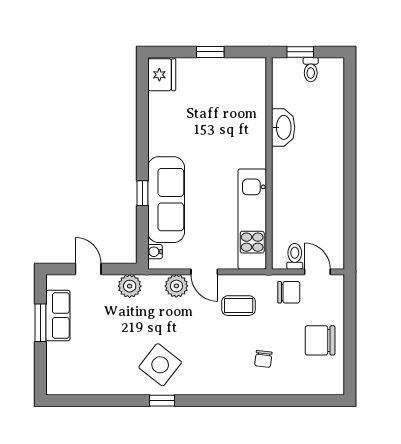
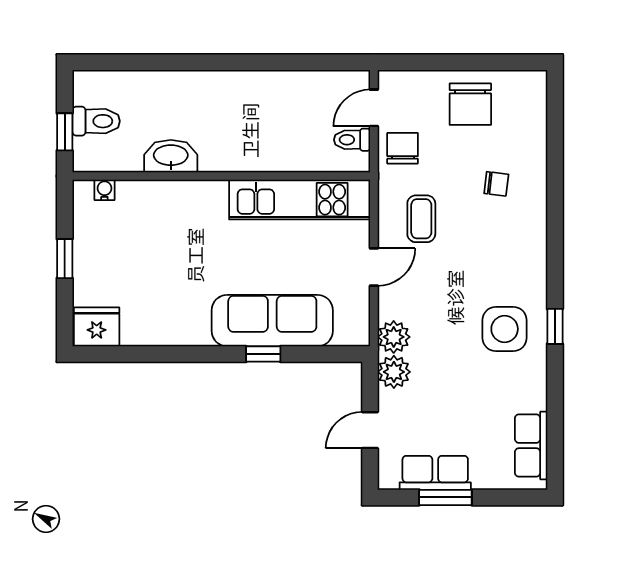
toilet: (311, 70) -> (96, 121), width x1.37, depth x1.39
water cooler: (155, 252) -> (104, 190), moved, turned 180
plant: (176, 286) -> (394, 337), moved
side table: (160, 365) -> (505, 329), turned -38
row of seats: (77, 384) -> (531, 446), added

